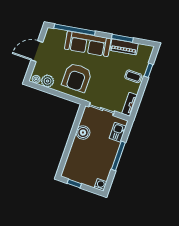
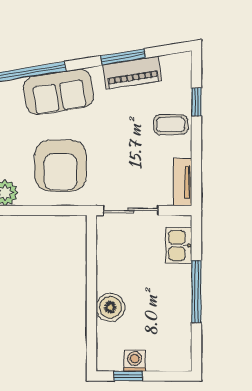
sofa: (88, 44) -> (59, 92), width x0.73
boiler: (83, 133) -> (110, 307), moved
washing machine: (101, 185) -> (135, 361), moved

